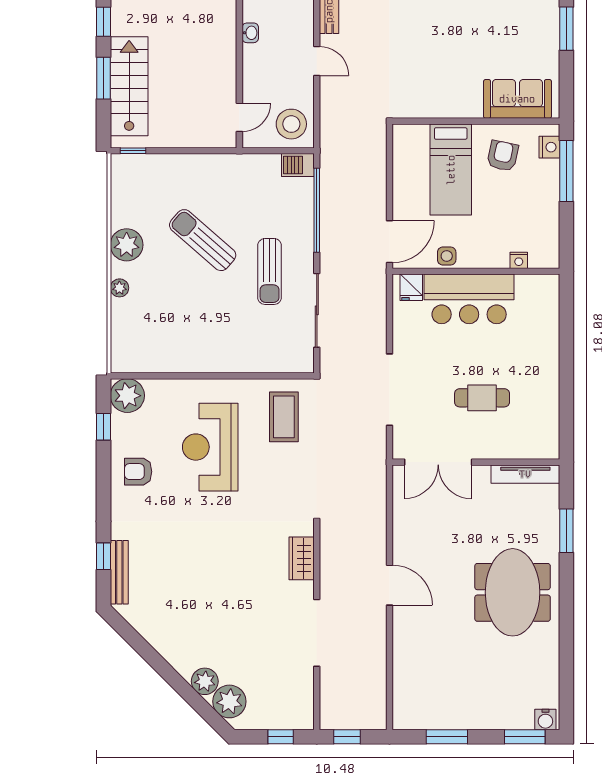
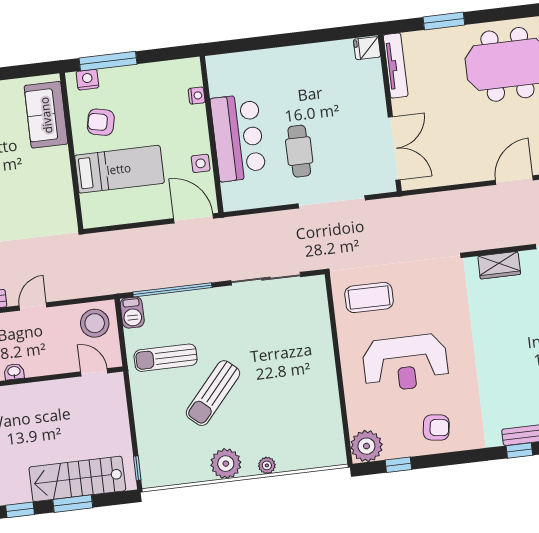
sun lounger: (270, 272) -> (166, 358), moved, turned 180
fridge: (411, 287) -> (367, 48), moved, turned 180
cafe table: (482, 398) -> (299, 151), moved
armchair: (138, 472) -> (436, 428), turned -82

